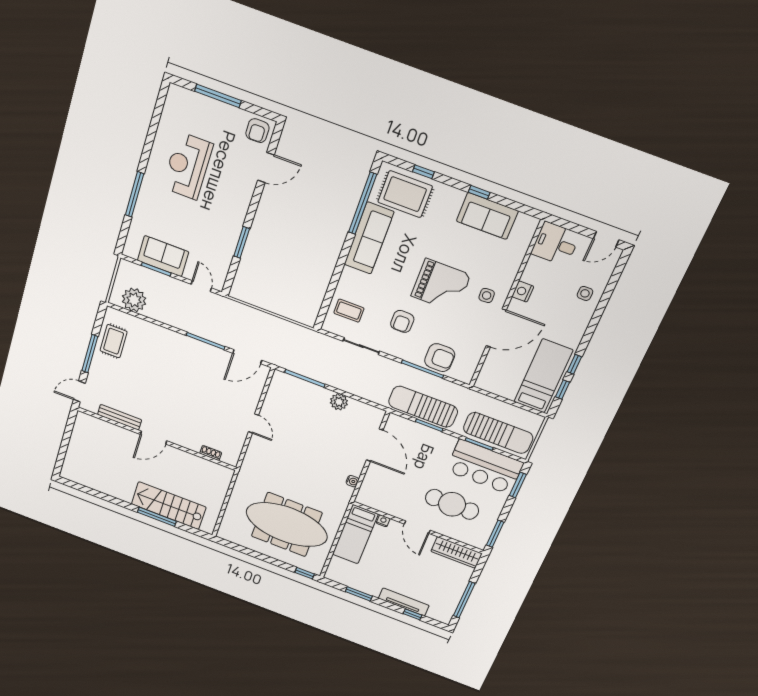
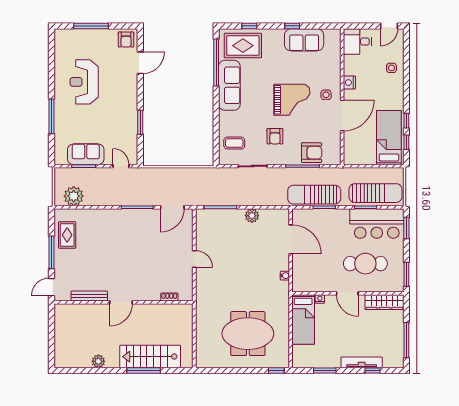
plant: (110, 488) -> (98, 361), added
meeting table: (287, 525) -> (248, 334), width x0.73

